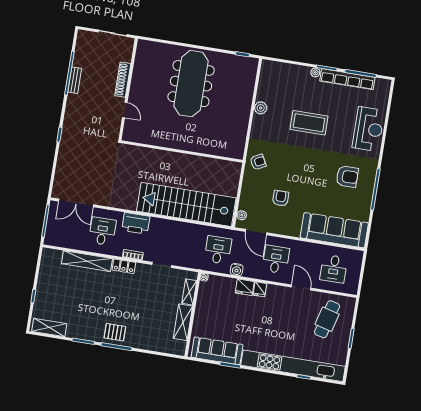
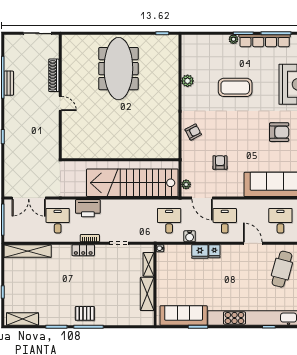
wall: (182, 152) -> (120, 160), moved
shelving: (87, 261) -> (28, 251), moved
desk: (334, 269) -> (280, 221), turned 180

